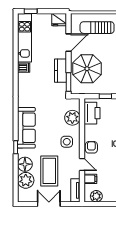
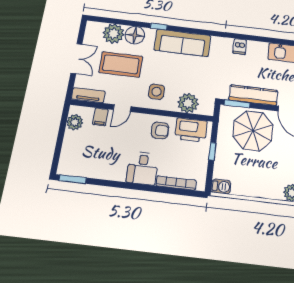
dishwasher: (24, 68) -> (240, 46), moved
kitchen counter: (61, 71) -> (253, 95), width x1.50
armchair: (91, 147) -> (160, 130), moved

